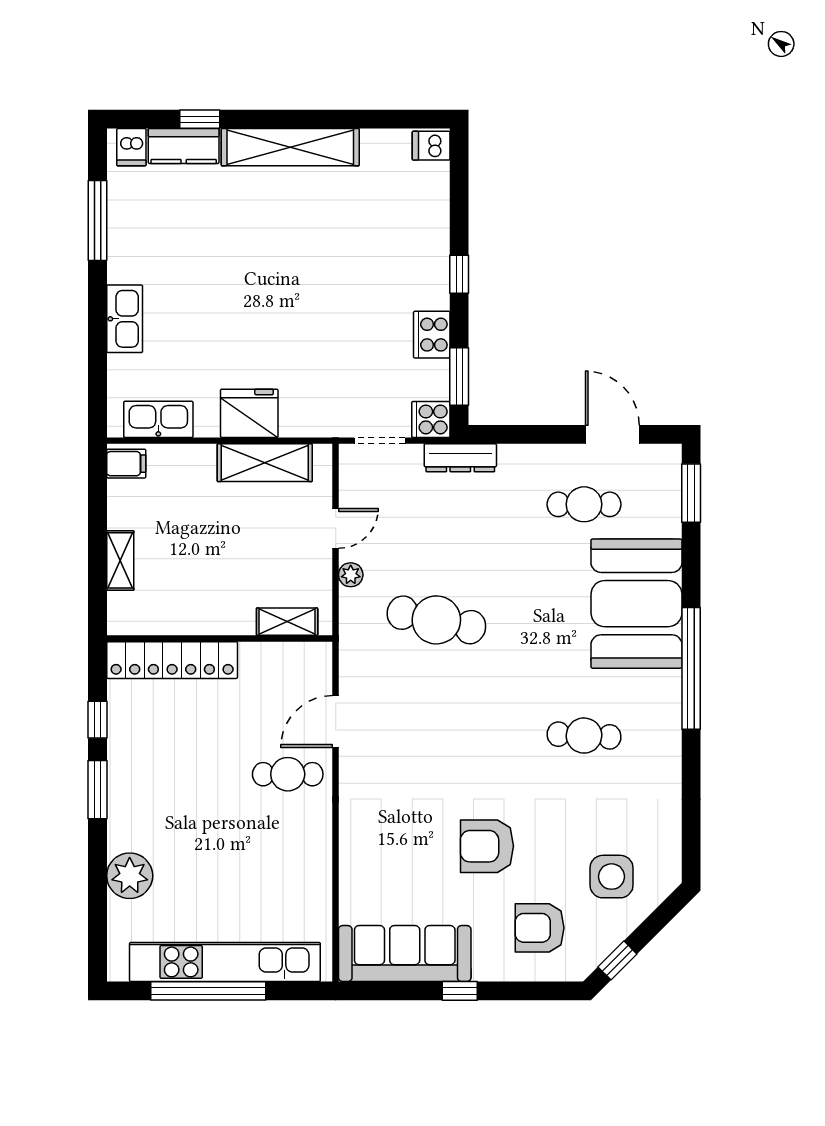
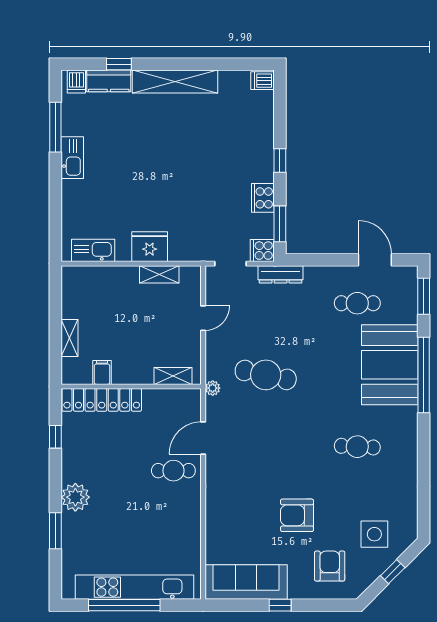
kitchen sink: (125, 319) -> (72, 158), moved
shelving: (265, 463) -> (159, 274), width x0.67, depth x0.75
filing cabinet: (126, 464) -> (102, 372), moved, turned -90
plant: (351, 575) -> (213, 388), moved
window: (691, 668) -> (424, 375), moved
window: (97, 790) -> (55, 531), moved
plant: (130, 876) -> (75, 497), moved
armchair: (540, 928) -> (330, 566), turned 90
window: (617, 960) -> (393, 572), moved

